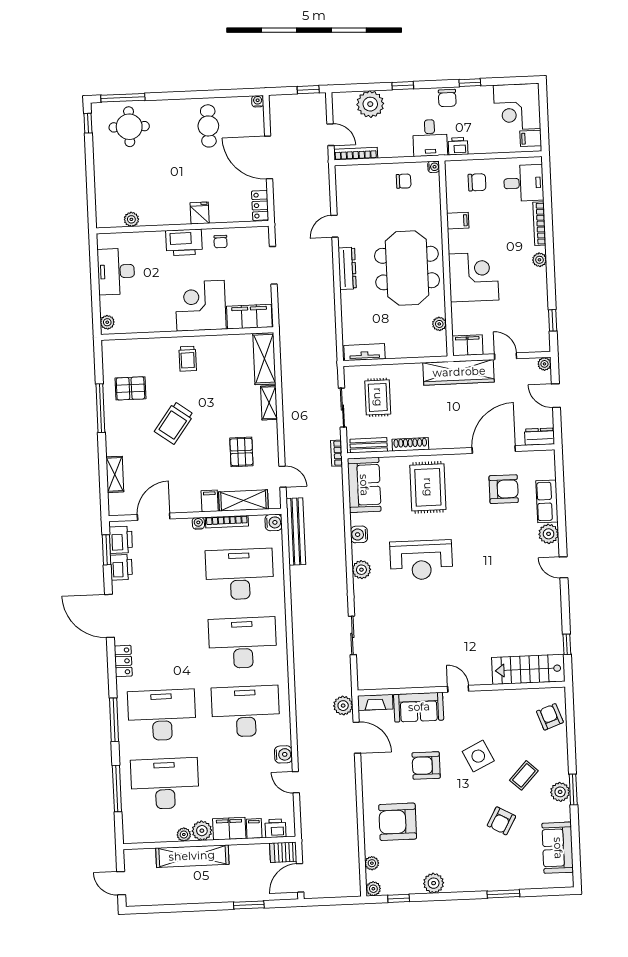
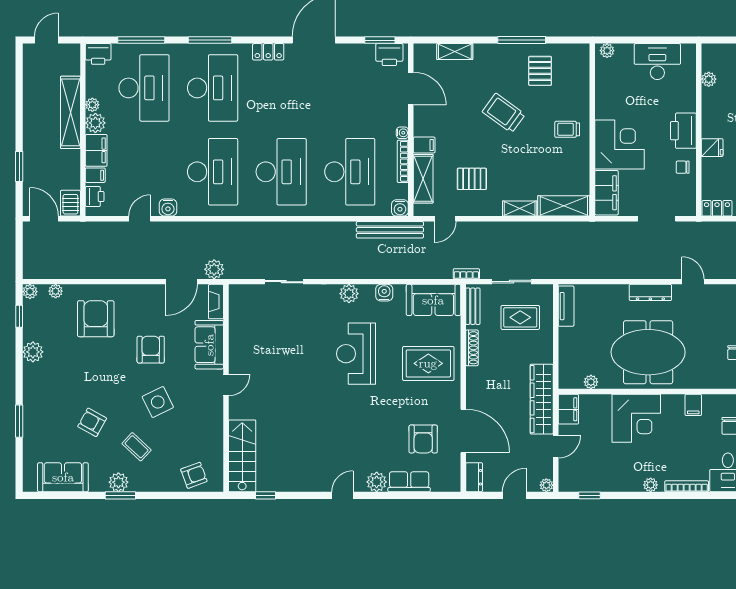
printer: (121, 567) -> (98, 54), moved

